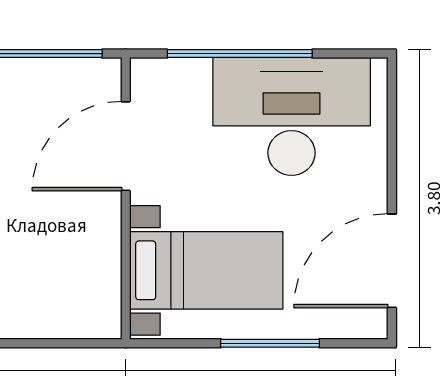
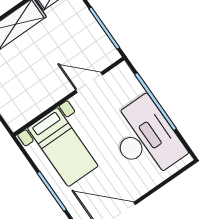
door: (126, 146) -> (89, 82), width x0.73

